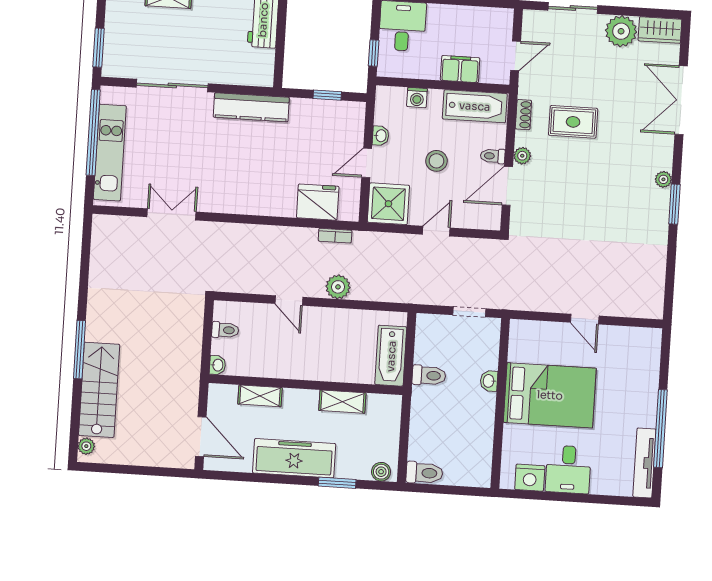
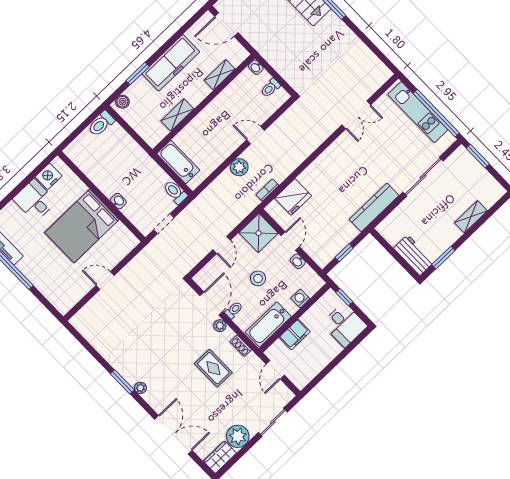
rug: (573, 122) -> (213, 368), turned 90
toilet: (429, 375) -> (175, 192), moved, turned 90

